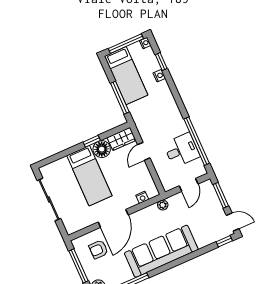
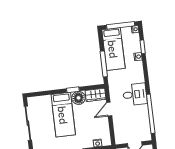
desk: (182, 150) -> (135, 94), moved

